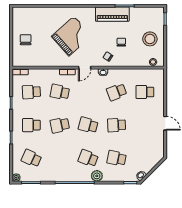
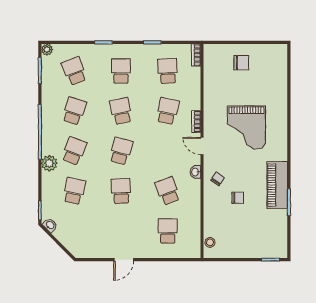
grand piano: (72, 36) -> (246, 128), turned 42
stool: (150, 39) -> (242, 238), removed
school desk: (31, 158) -> (74, 71), turned -45
school desk: (60, 158) -> (74, 111), added

